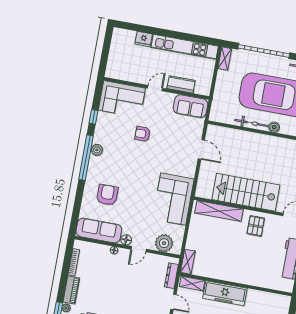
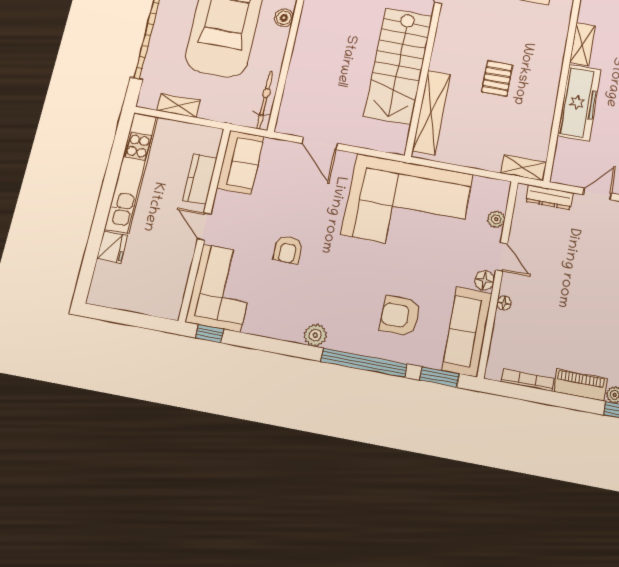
shelving: (225, 59) -> (179, 106), moved
window: (93, 117) -> (210, 334), moved
bicycle: (251, 123) -> (265, 100), moved
door: (201, 149) -> (320, 143), swing flipped
window: (86, 158) -> (364, 363), moved
corner sofa: (173, 199) -> (407, 204), width x1.36, depth x1.36
window: (75, 216) -> (439, 377), added
pallet: (256, 226) -> (497, 78), moved, turned 90
plant: (164, 243) -> (496, 219), width x0.53, depth x0.53
shelving: (192, 284) -> (582, 44), moved

